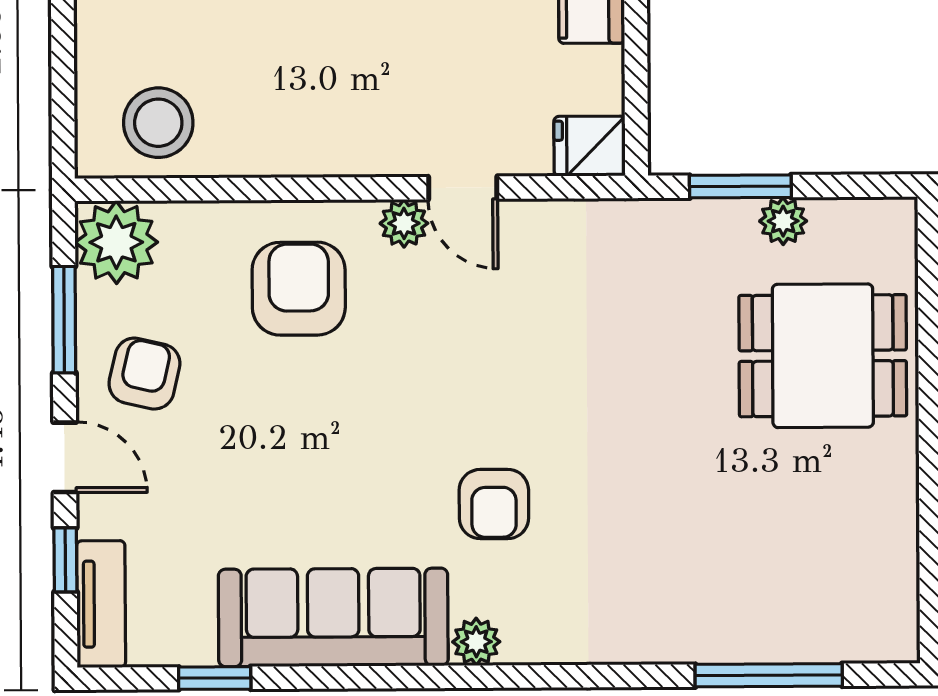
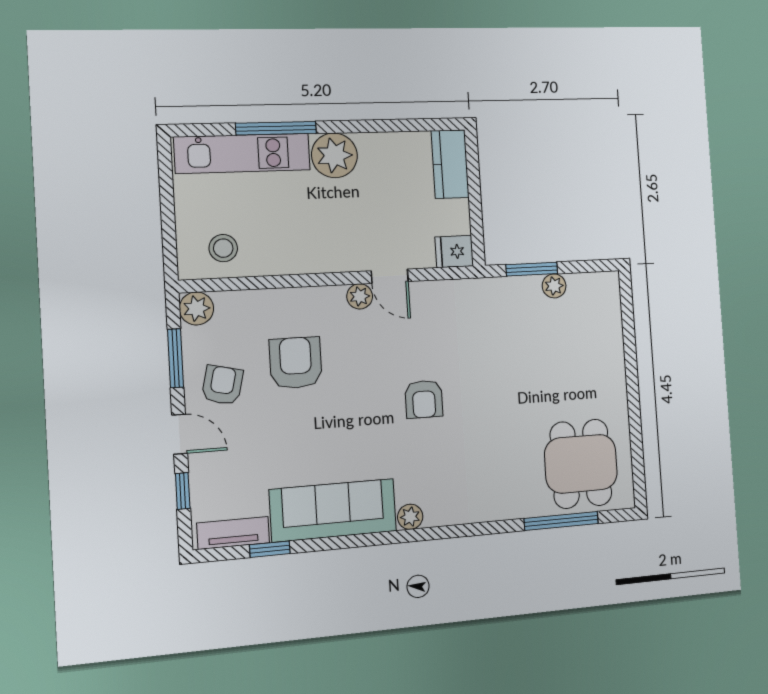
stool: (158, 123) -> (223, 248), width x0.73, depth x0.73
plant: (116, 242) -> (196, 308), width x0.73, depth x0.73
armchair: (299, 289) -> (296, 363), moved
dining table: (823, 356) -> (581, 464), moved, turned 90
armchair: (494, 504) -> (424, 399), moved
tv unit: (101, 604) -> (233, 533), moved, turned -90

